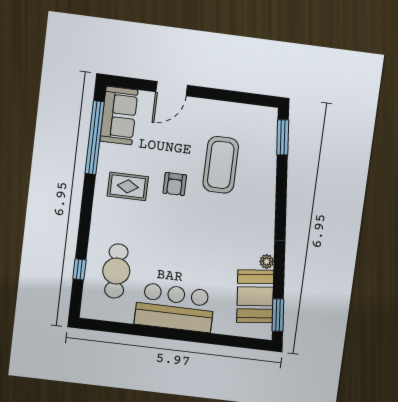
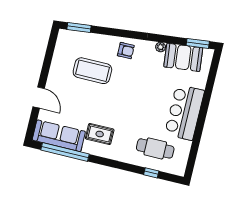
sofa: (119, 116) -> (59, 136), width x1.36
armchair: (175, 184) -> (126, 51), moved
rug: (128, 186) -> (100, 134), turned 90

